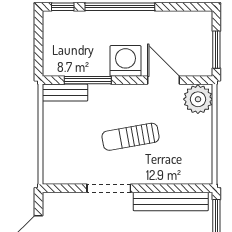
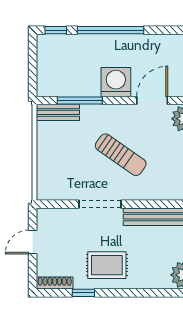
door: (163, 80) -> (152, 100), hinge flipped
sun lounger: (131, 137) -> (121, 155), turned -135

